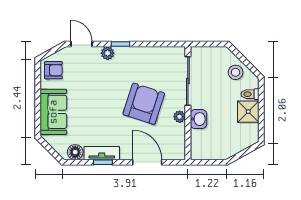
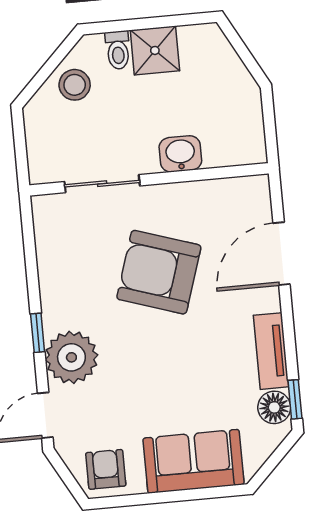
plant: (108, 53) -> (71, 357), width x1.88, depth x1.88
sliding door: (188, 81) -> (102, 184), width x0.73
plant: (180, 117) -> (179, 194), removed
window: (103, 162) -> (295, 399), moved

